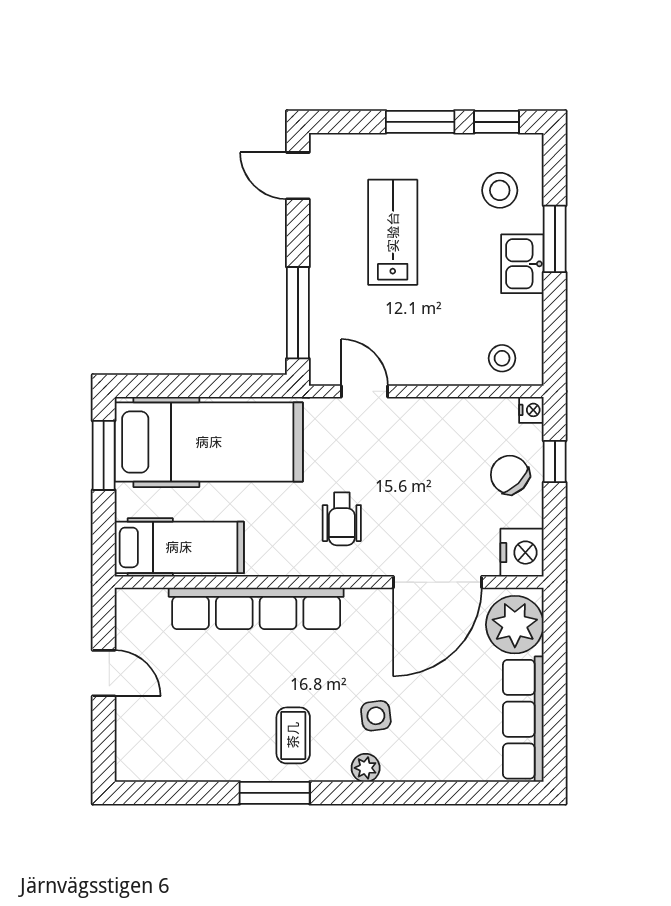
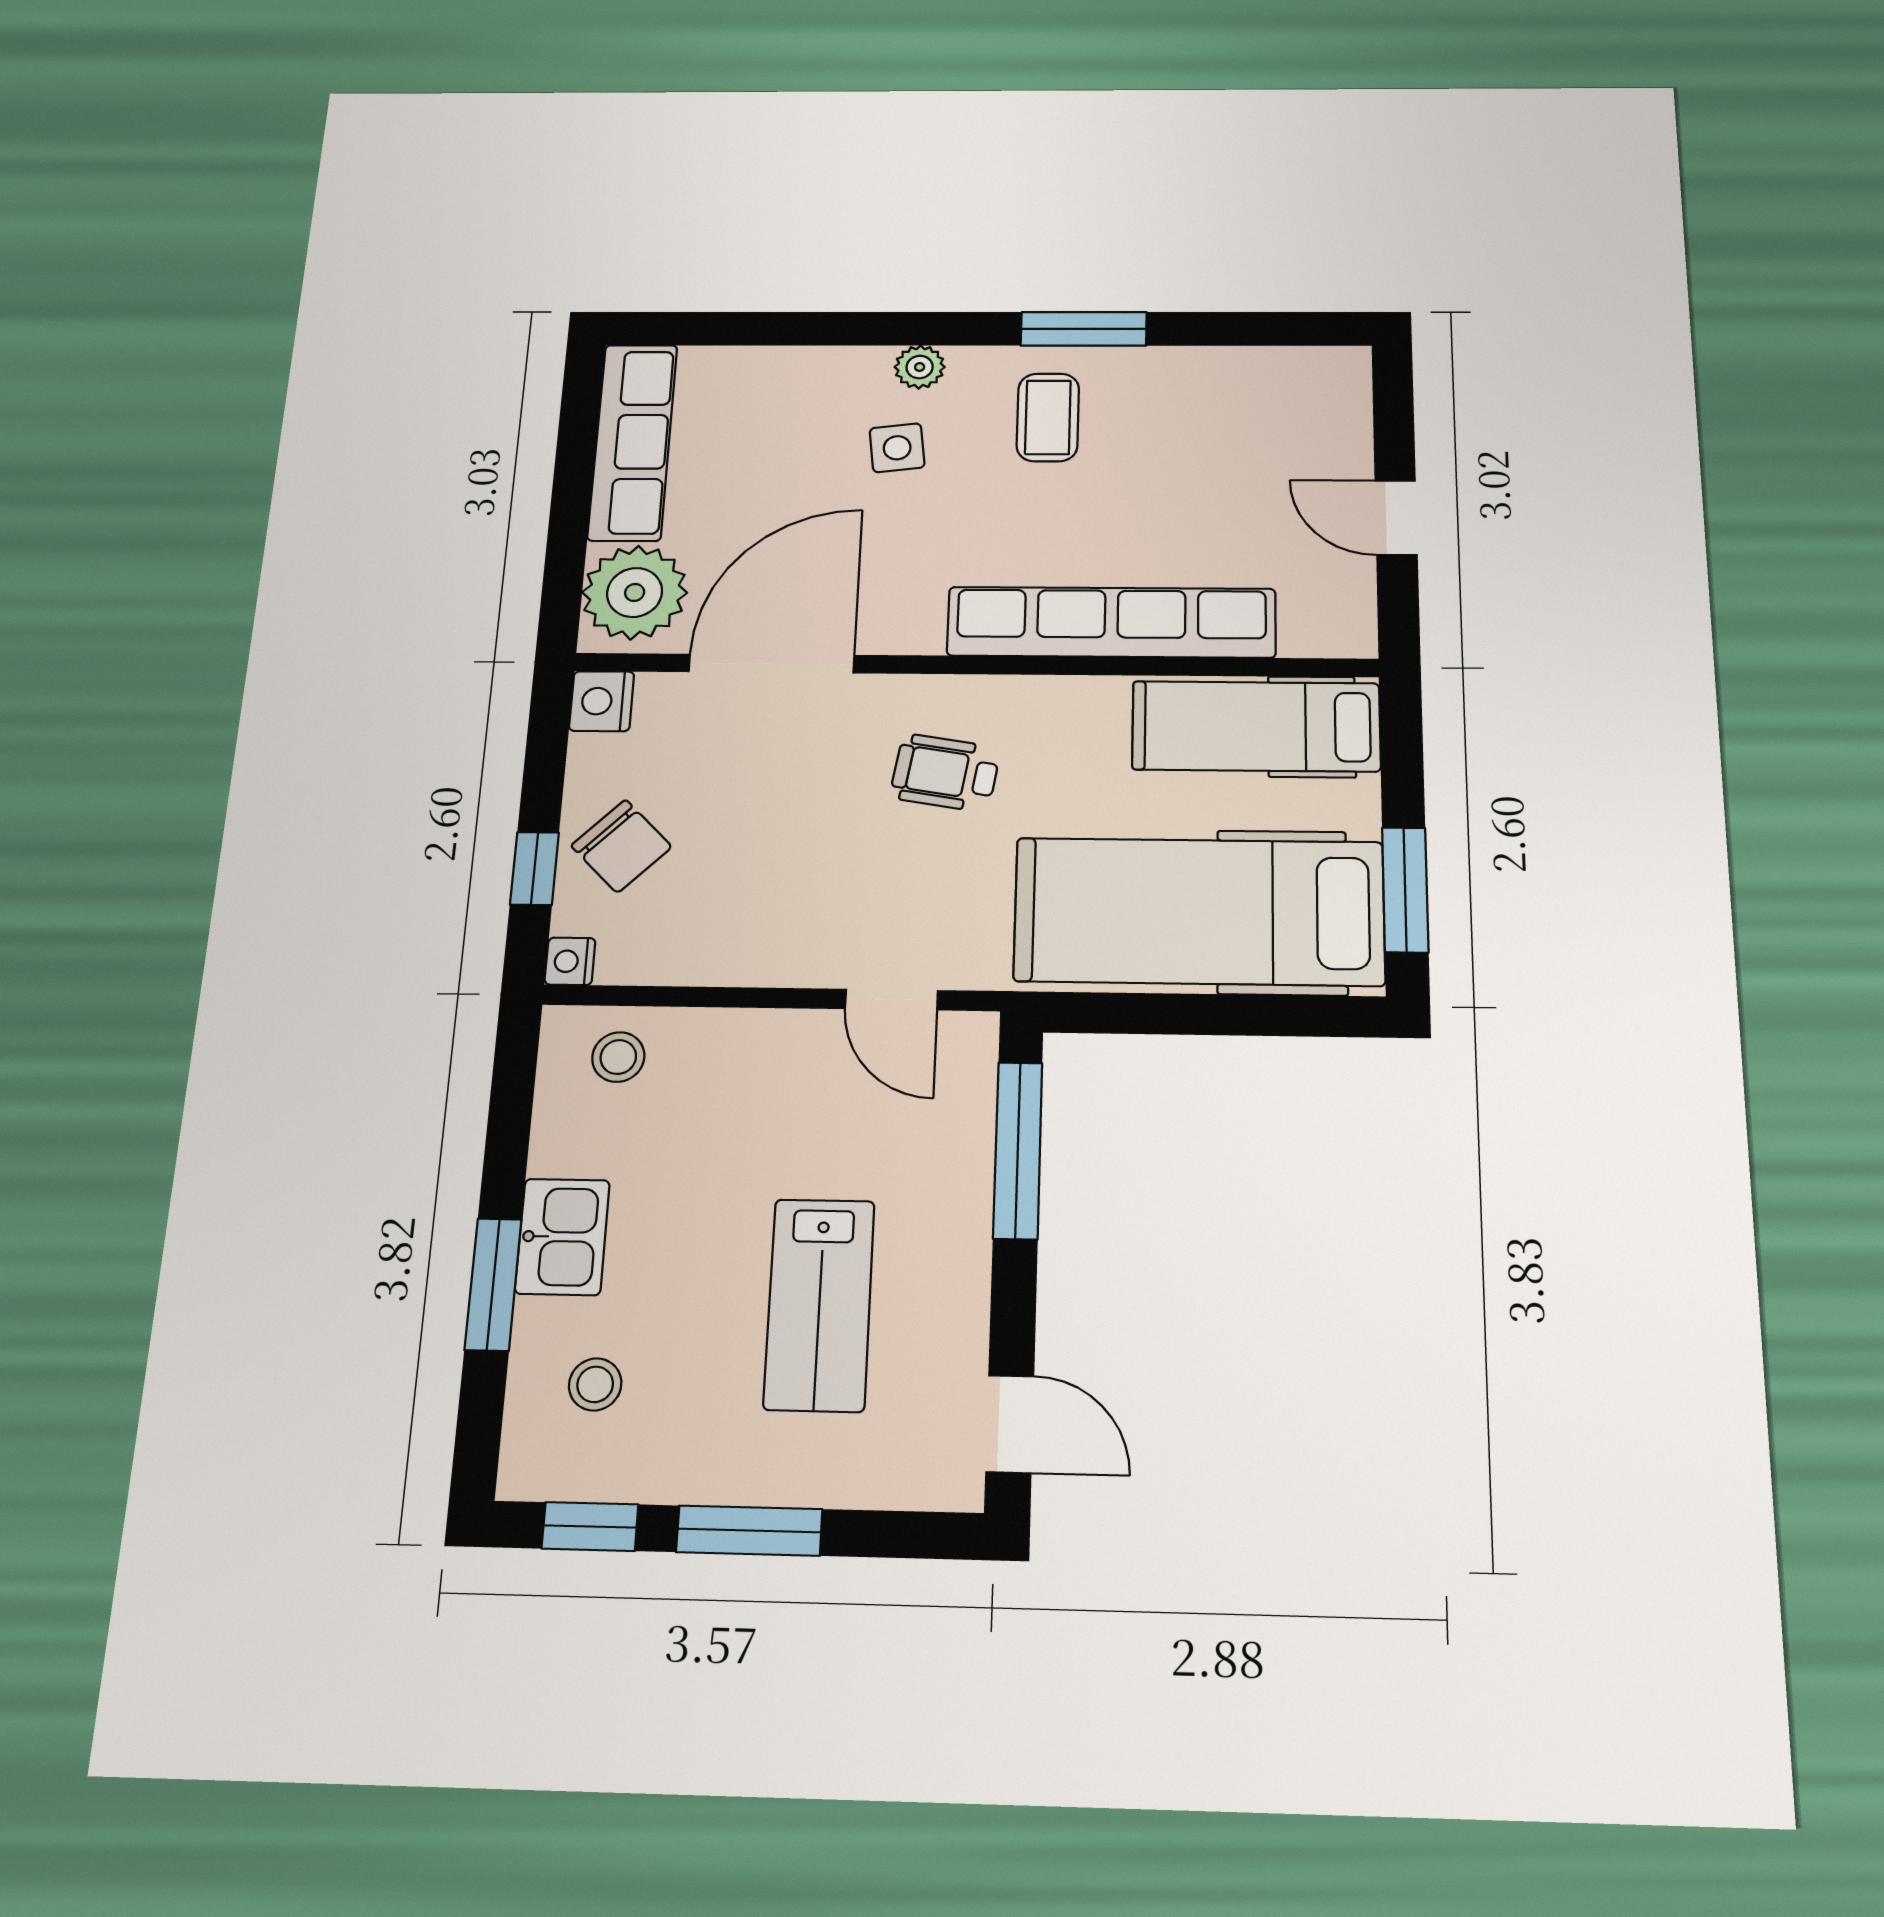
stool: (500, 190) -> (595, 1384), width x0.73, depth x0.73
wheelchair: (342, 519) -> (945, 773), turned -81
nightstand: (522, 553) -> (602, 701), width x0.74, depth x0.75

